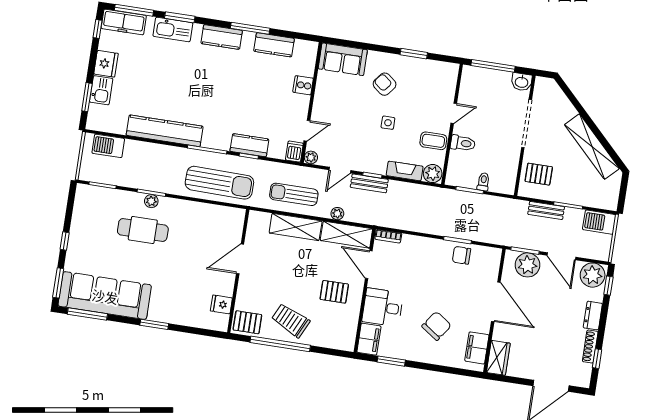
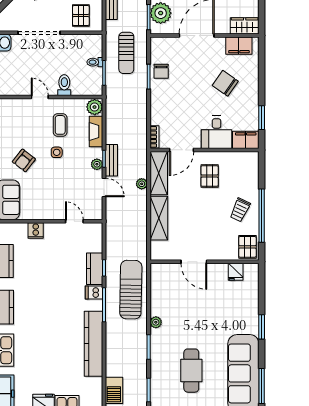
coffee table: (433, 141) -> (60, 125), moved
dishwasher: (294, 152) -> (94, 292), moved
plant: (311, 157) -> (97, 164), moved
sun lounger: (294, 194) -> (126, 53), moved
plant: (151, 201) -> (156, 322), moved
cafe table: (143, 230) -> (191, 371), moved
trolley: (291, 320) -> (240, 210), width x0.73, depth x0.72

